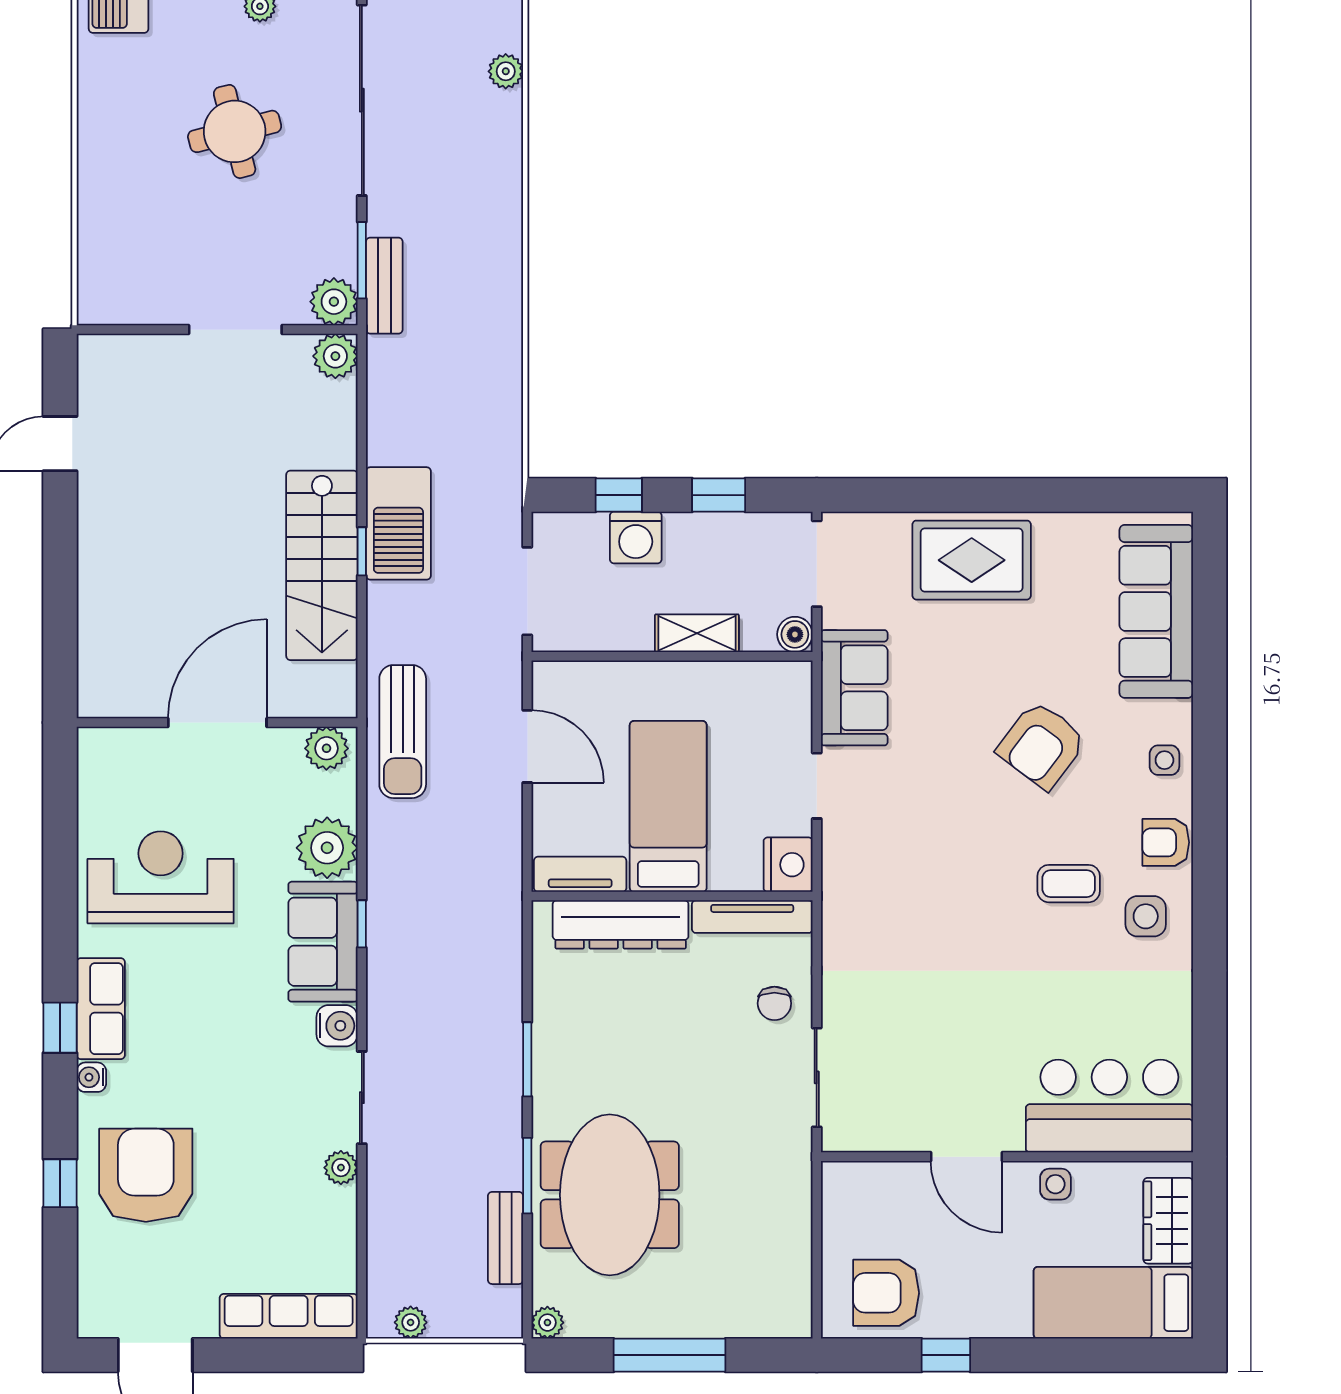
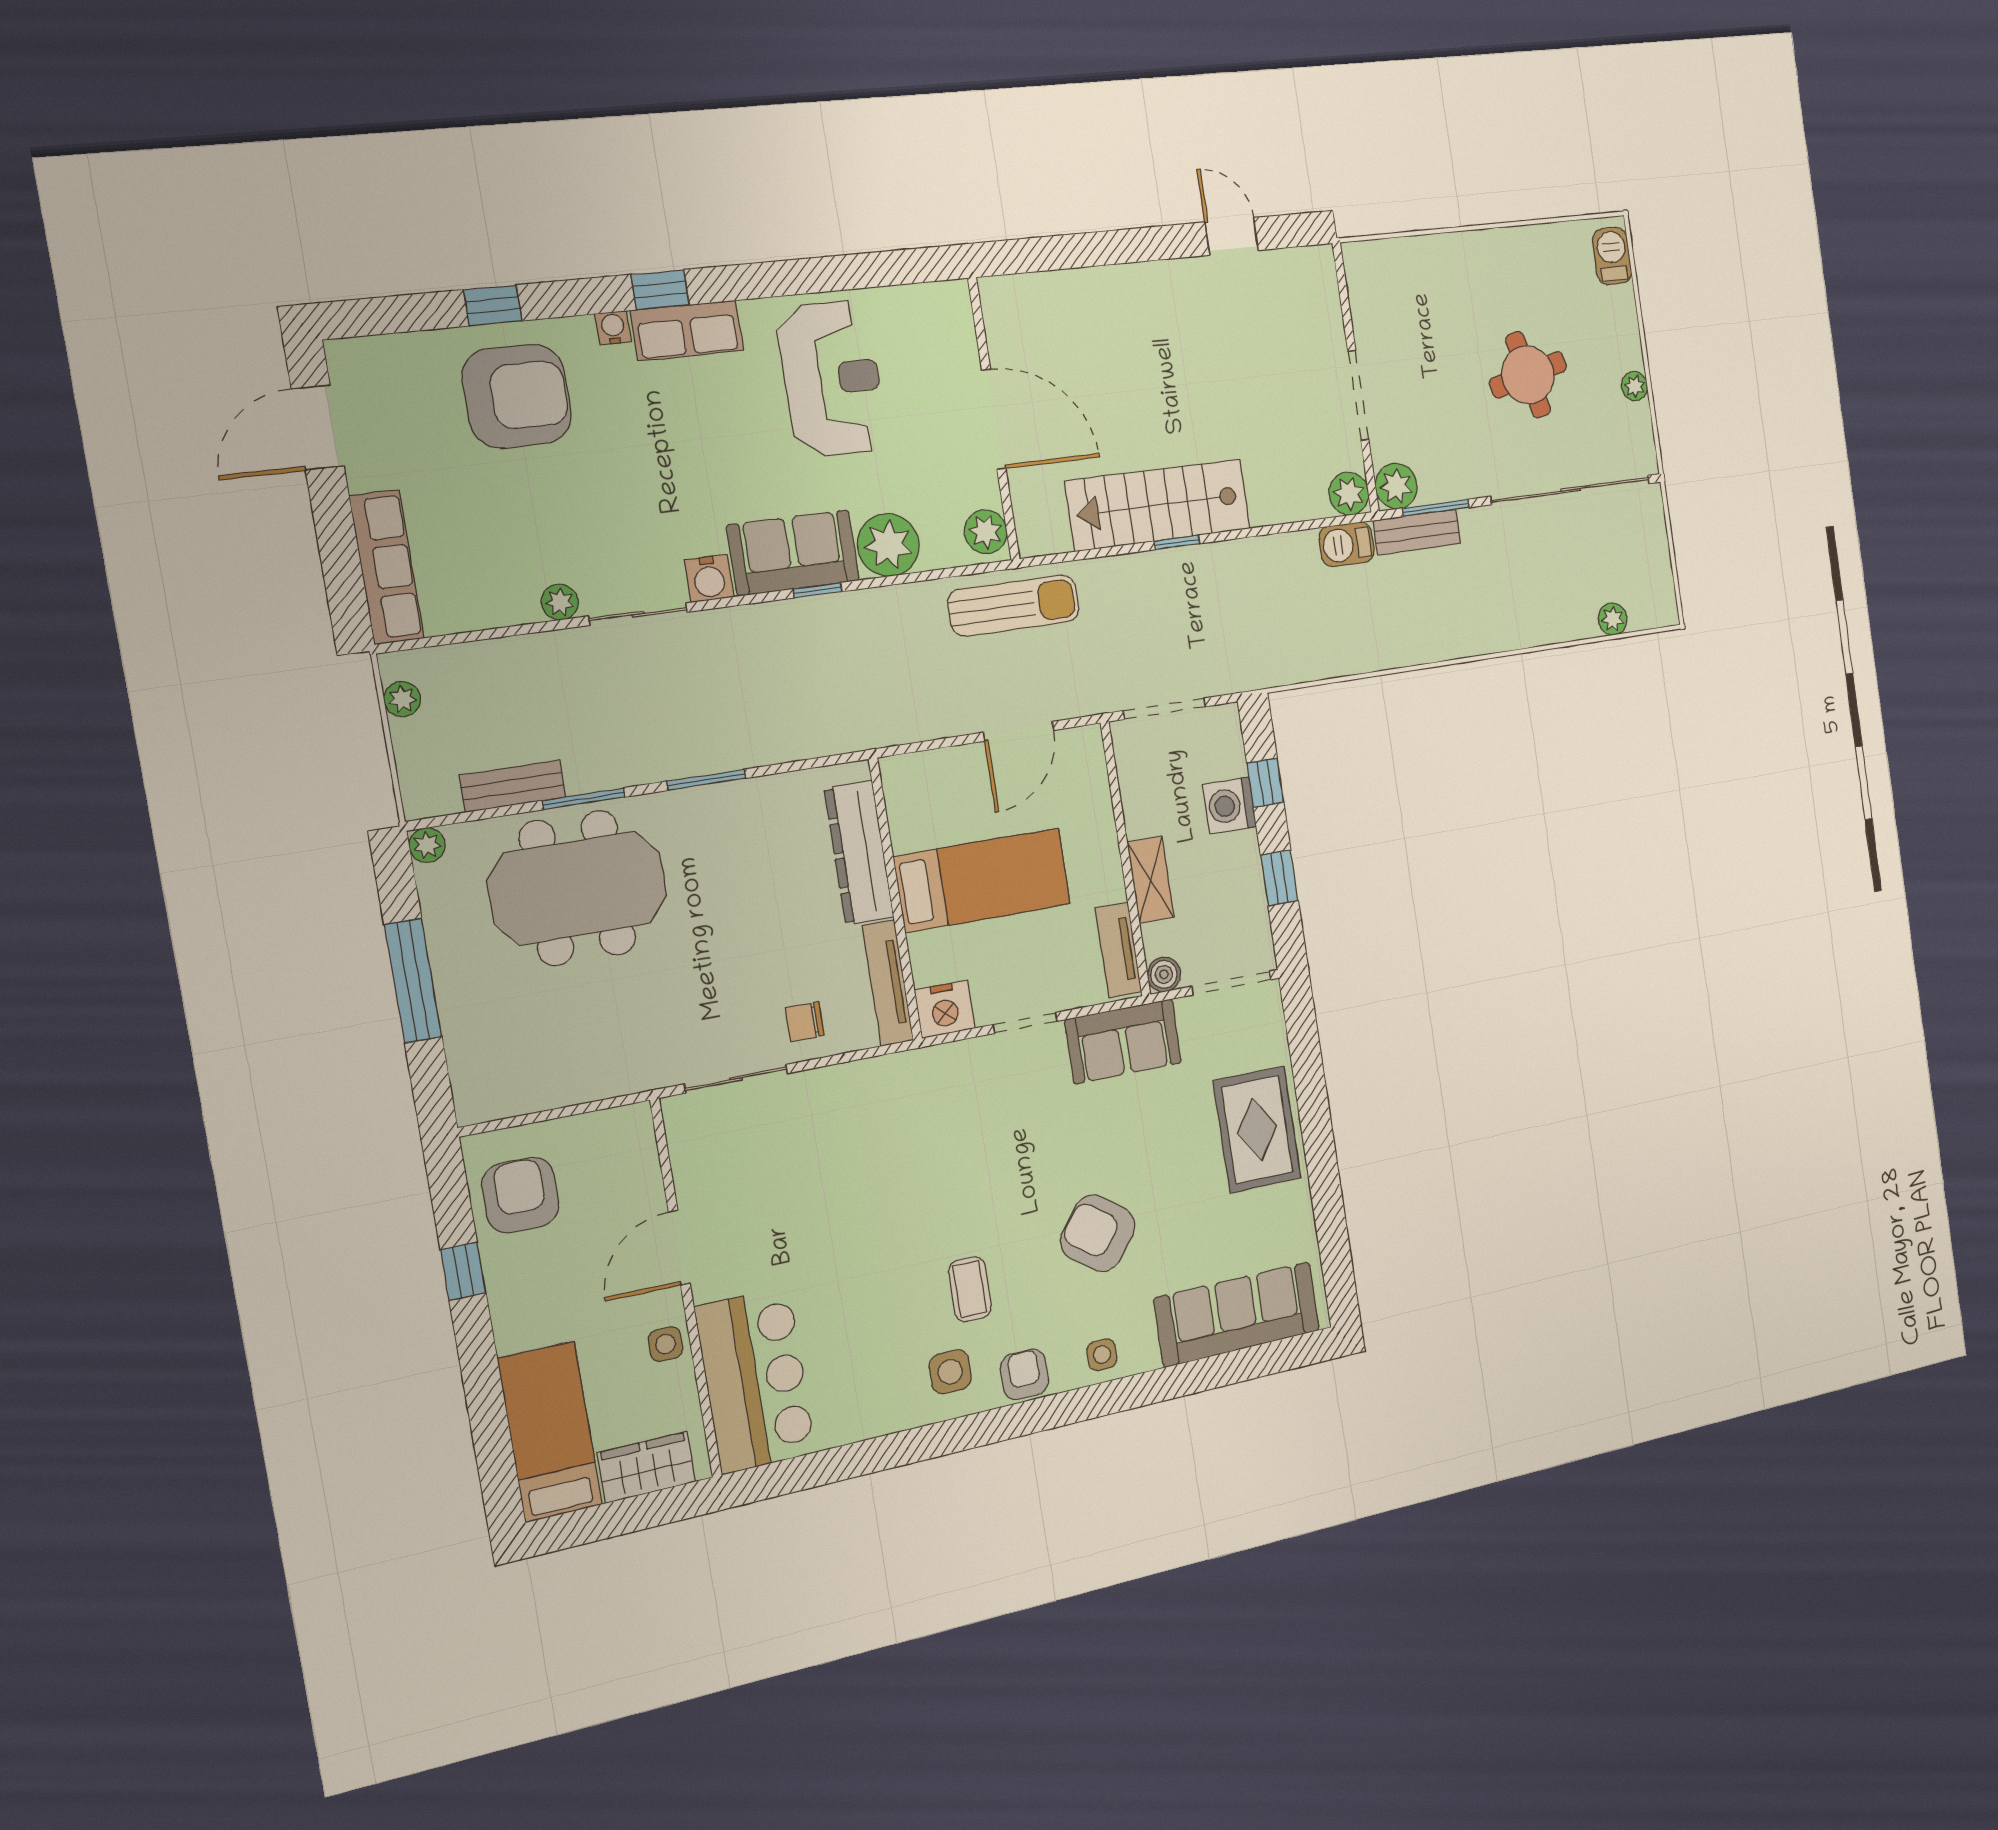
barbecue: (398, 523) -> (1347, 544), moved, width x0.53, depth x0.65
sun lounger: (403, 732) -> (1014, 606), turned 180
tv unit: (580, 874) -> (1119, 950), moved, turned 180

